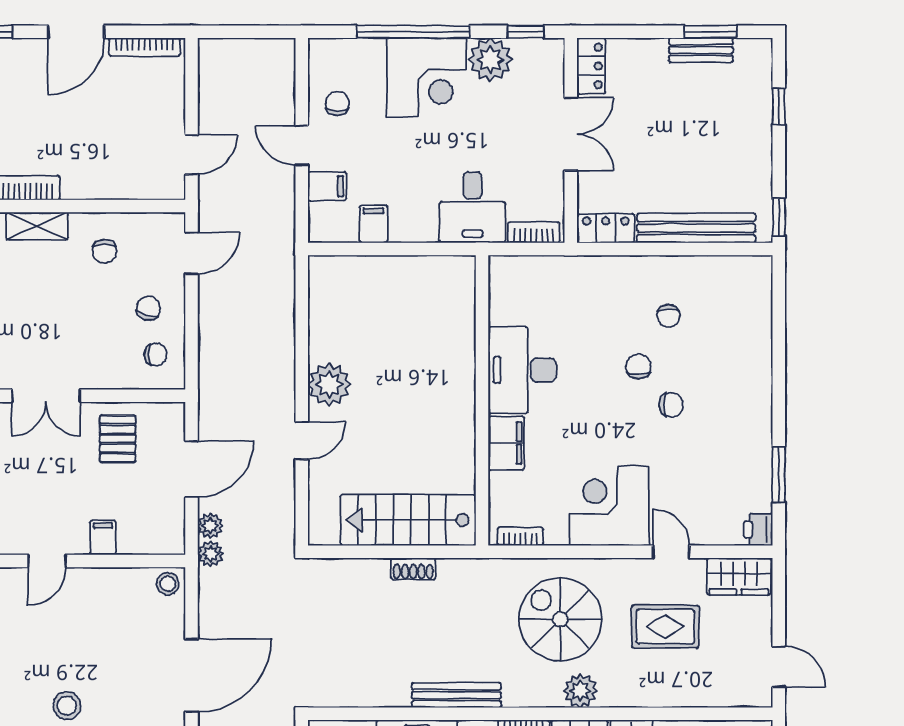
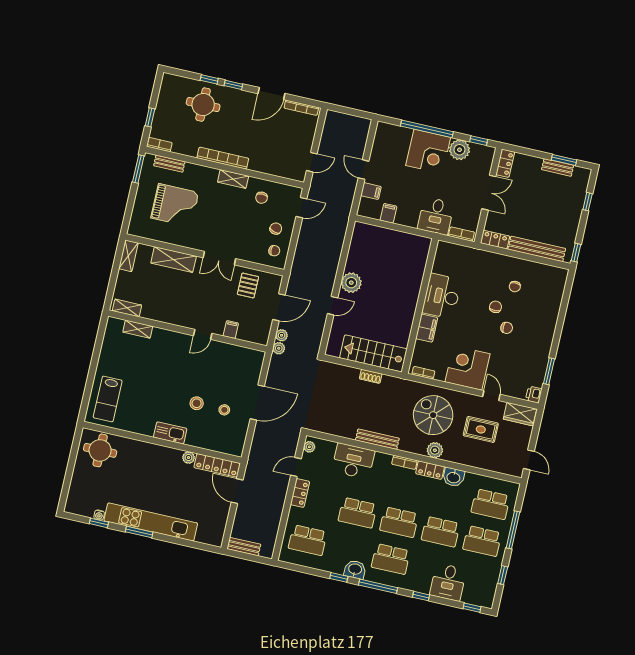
chair: (337, 103) -> (384, 154), removed
stool: (168, 584) -> (224, 410), moved

